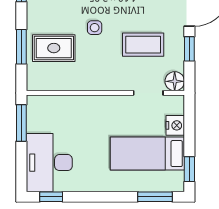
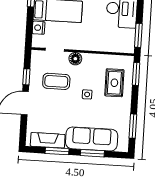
window: (21, 47) -> (136, 74), moved
rug: (54, 48) -> (114, 83), turned 90
floor lamp: (175, 81) -> (75, 59), moved

